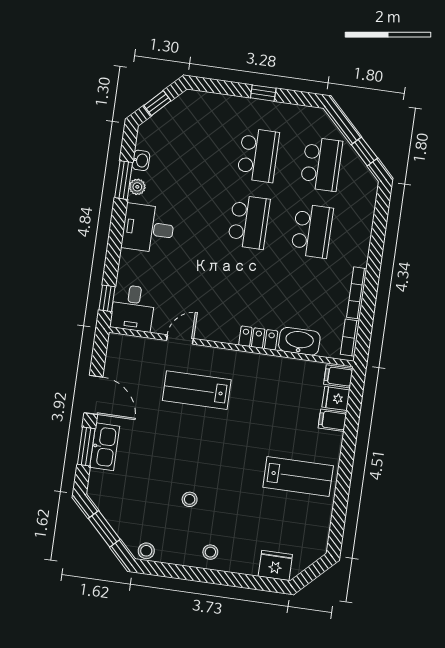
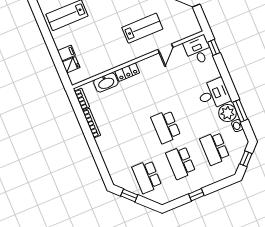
plant: (137, 187) -> (228, 113), width x1.88, depth x1.88
school desk: (312, 231) -> (215, 148), moved
filing cabinet: (338, 376) -> (76, 76), removed

